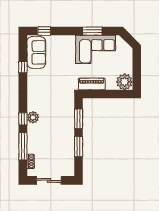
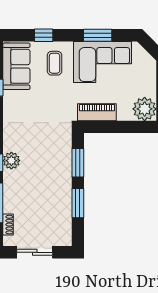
window: (44, 31) -> (44, 35), moved
coffee table: (63, 50) -> (55, 63), added

